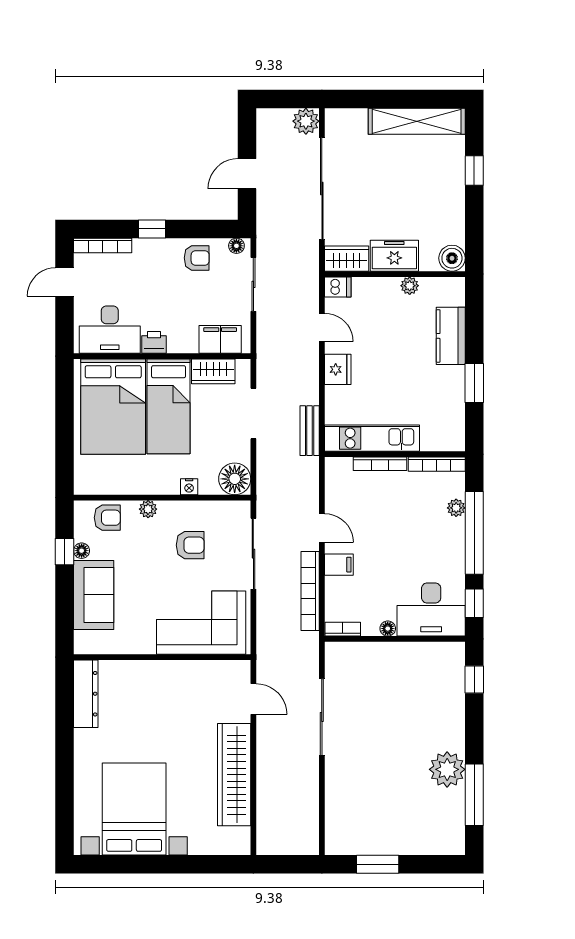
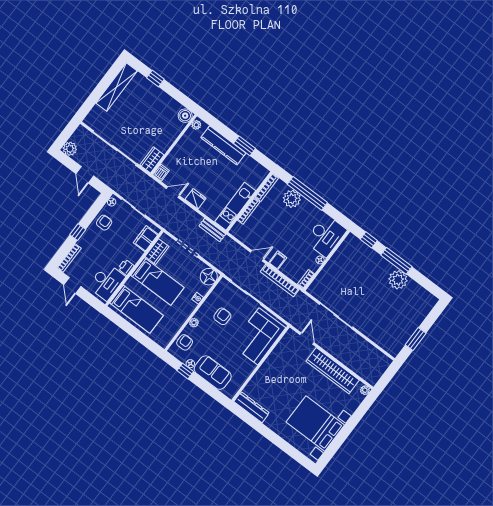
plant: (306, 121) -> (70, 149), moved
freezer: (394, 256) -> (166, 139), removed
plant: (410, 286) -> (196, 125), moved
kitchen counter: (451, 336) -> (223, 145), width x1.50
bed: (113, 407) -> (137, 309), width x0.67
plant: (456, 508) -> (292, 199), width x1.88, depth x1.88
window: (474, 603) -> (337, 216), removed
door: (253, 699) -> (307, 339), hinge flipped
window: (474, 795) -> (396, 261), moved
plant: (242, 846) -> (365, 390), added

